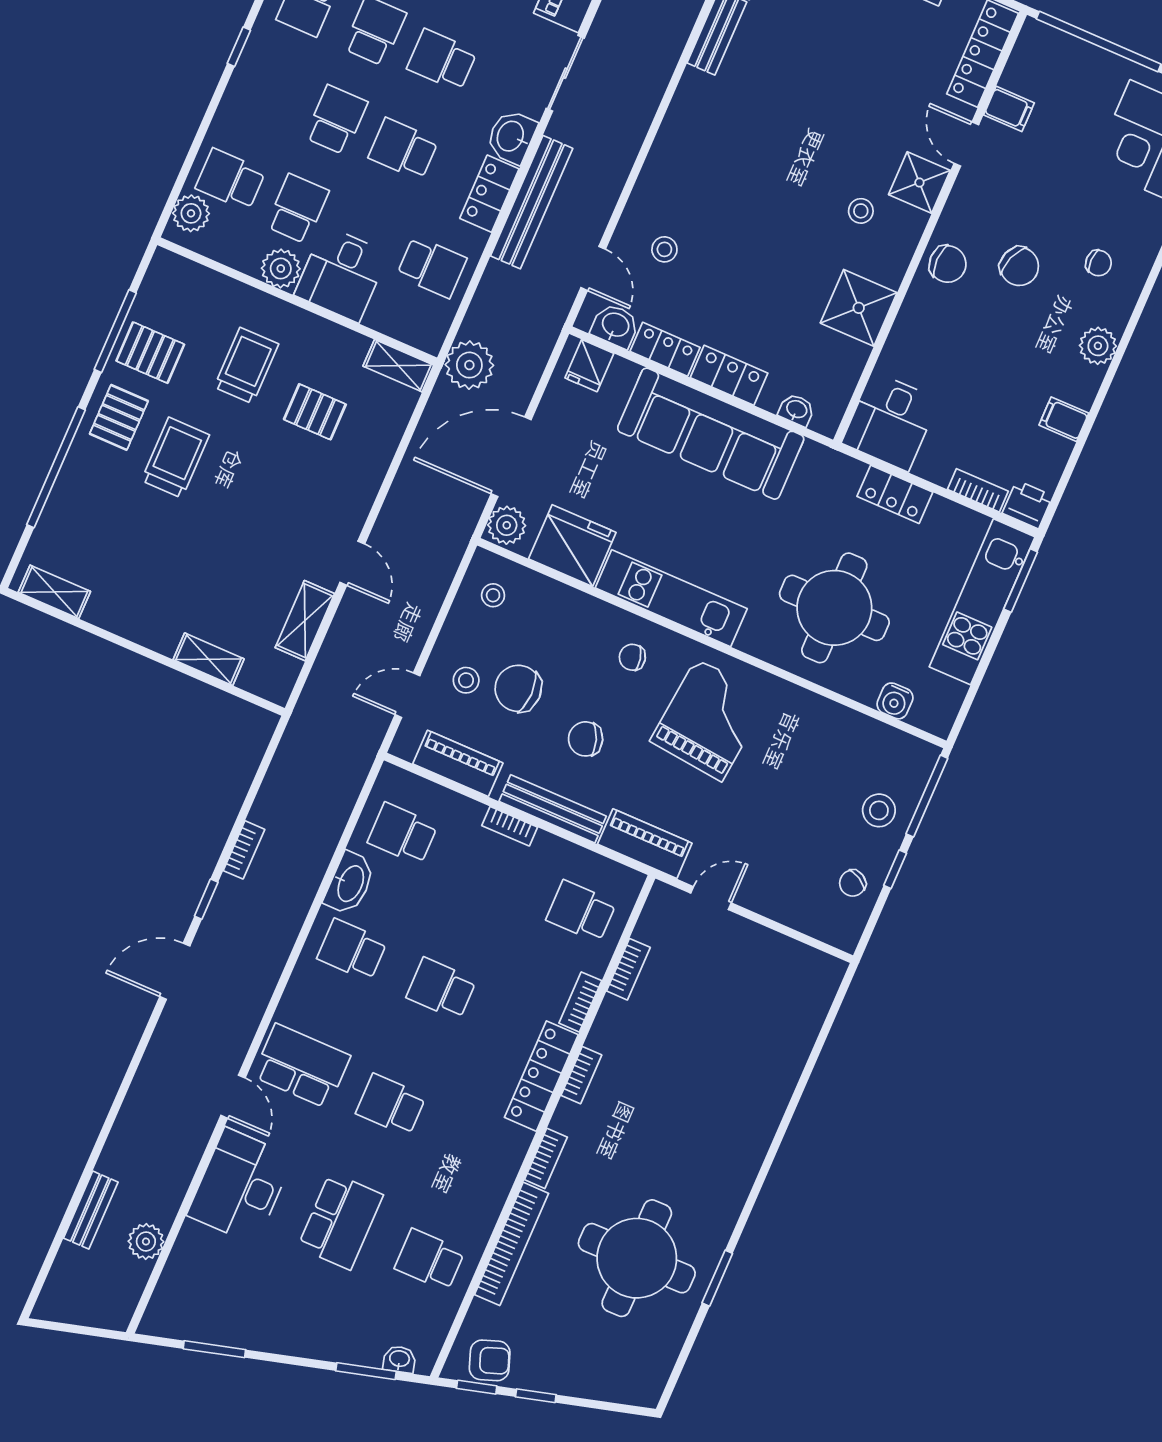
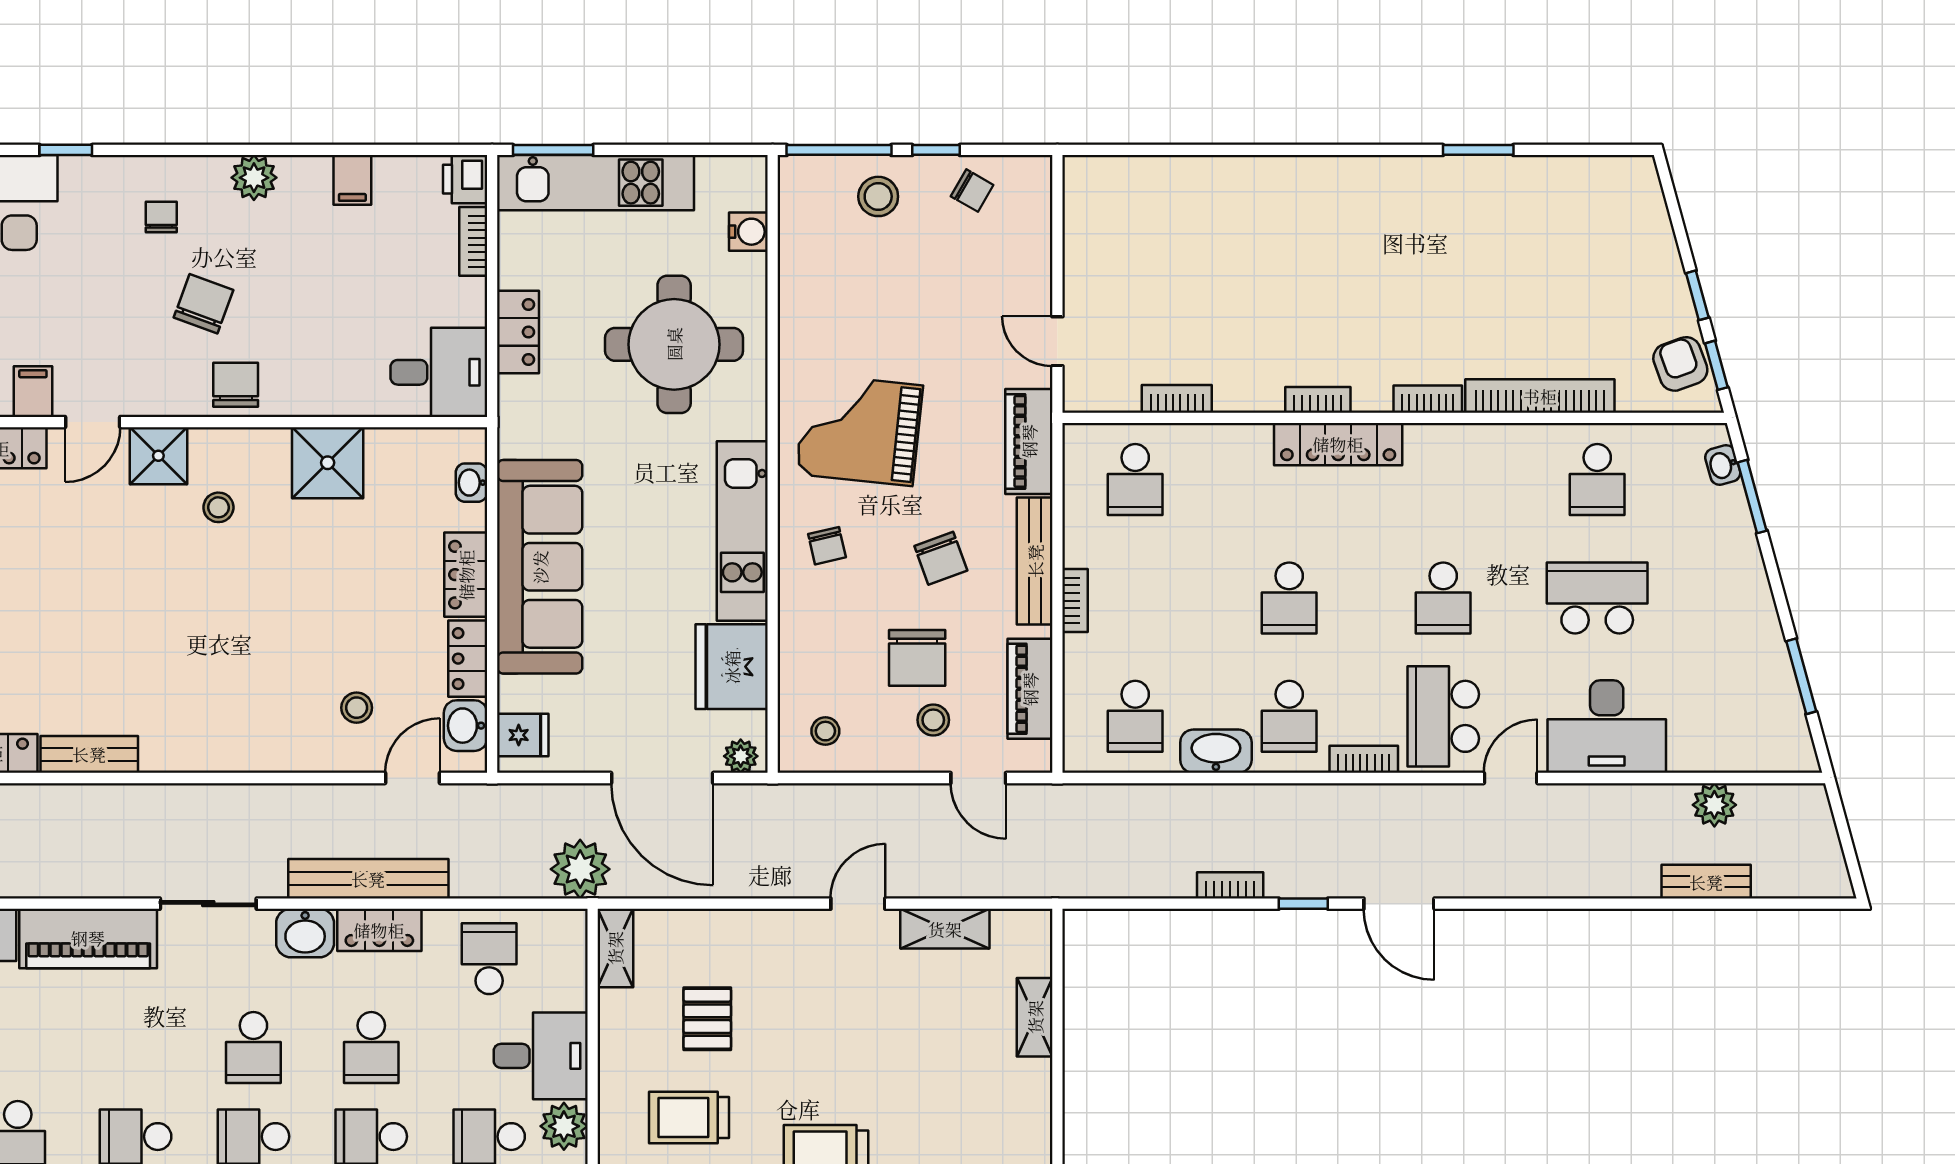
plant: (507, 525) -> (741, 756), width x0.73, depth x0.73
bookcase: (580, 1002) -> (1364, 759), moved, turned 180
round table: (637, 1258) -> (1495, 249), removed

